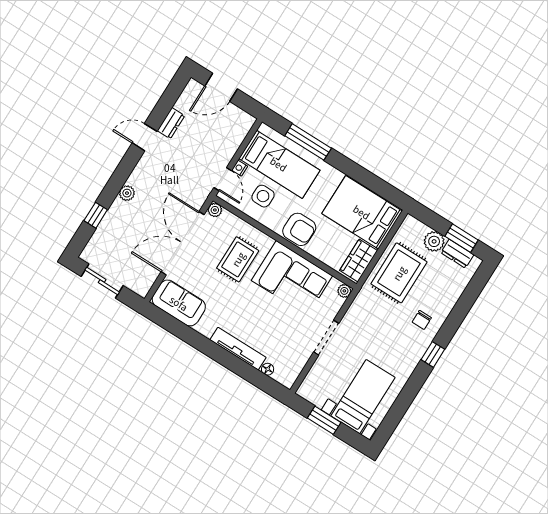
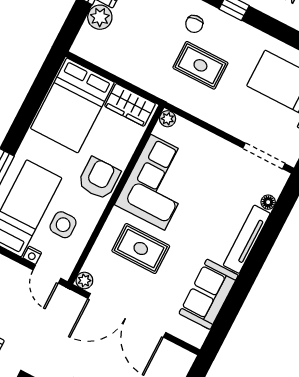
door: (223, 179) -> (47, 274), swing flipped
rug: (399, 273) -> (200, 65), moved, width x0.73, depth x0.70
sofa: (179, 303) -> (209, 294), moved
chair: (422, 320) -> (194, 24), turned 84
doorway: (326, 338) -> (264, 156), moved

